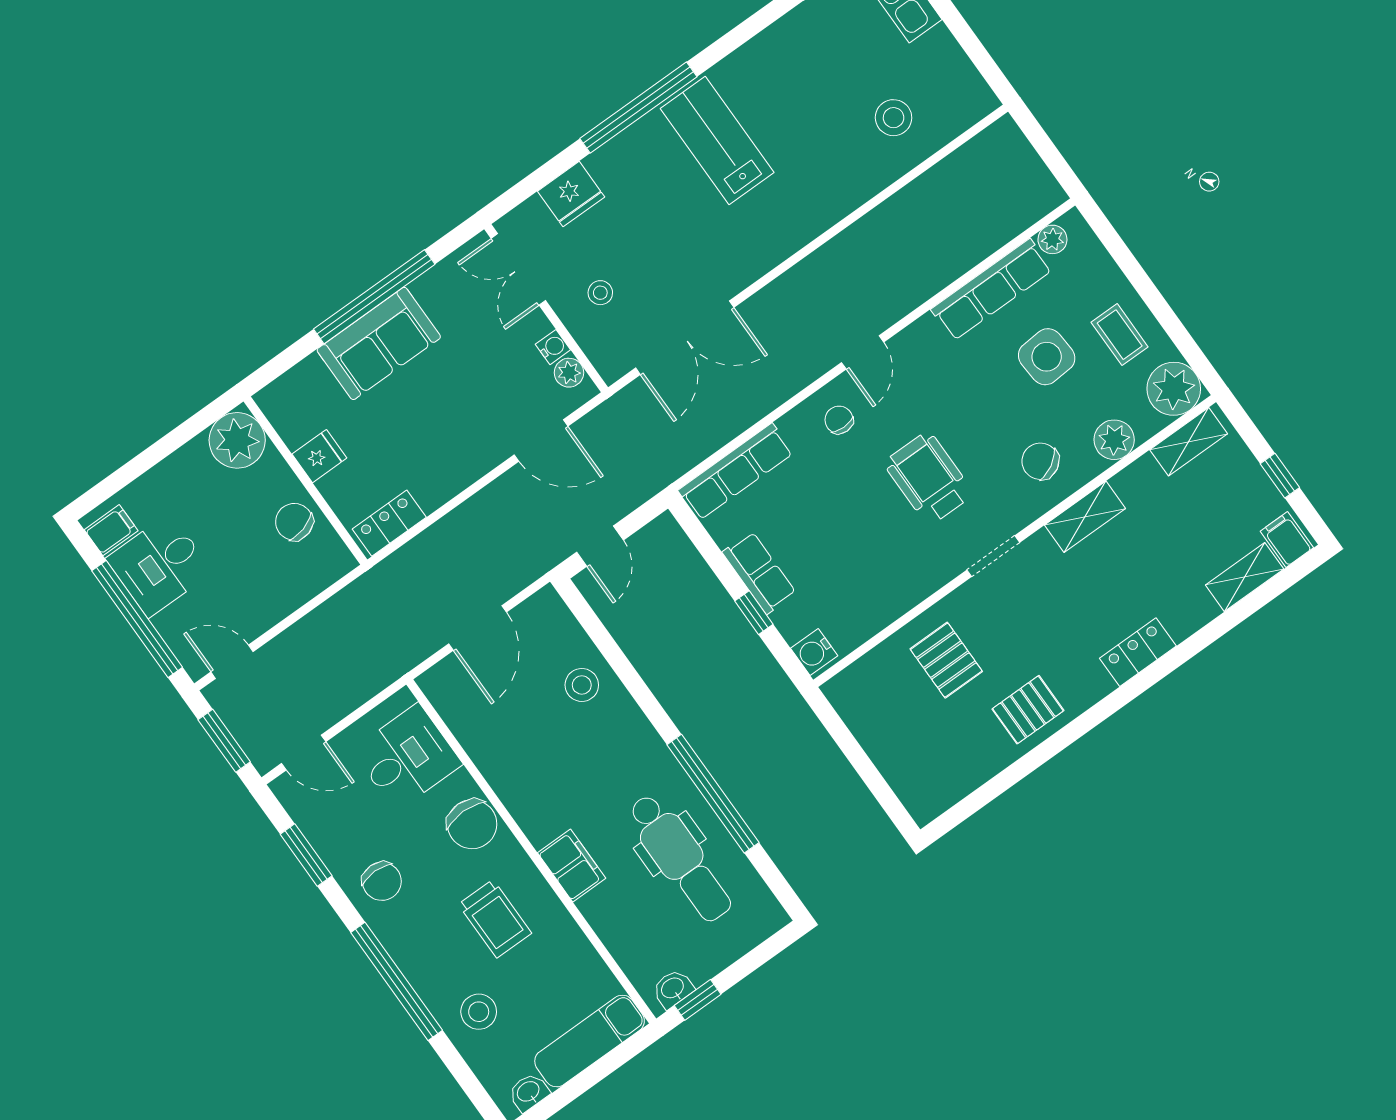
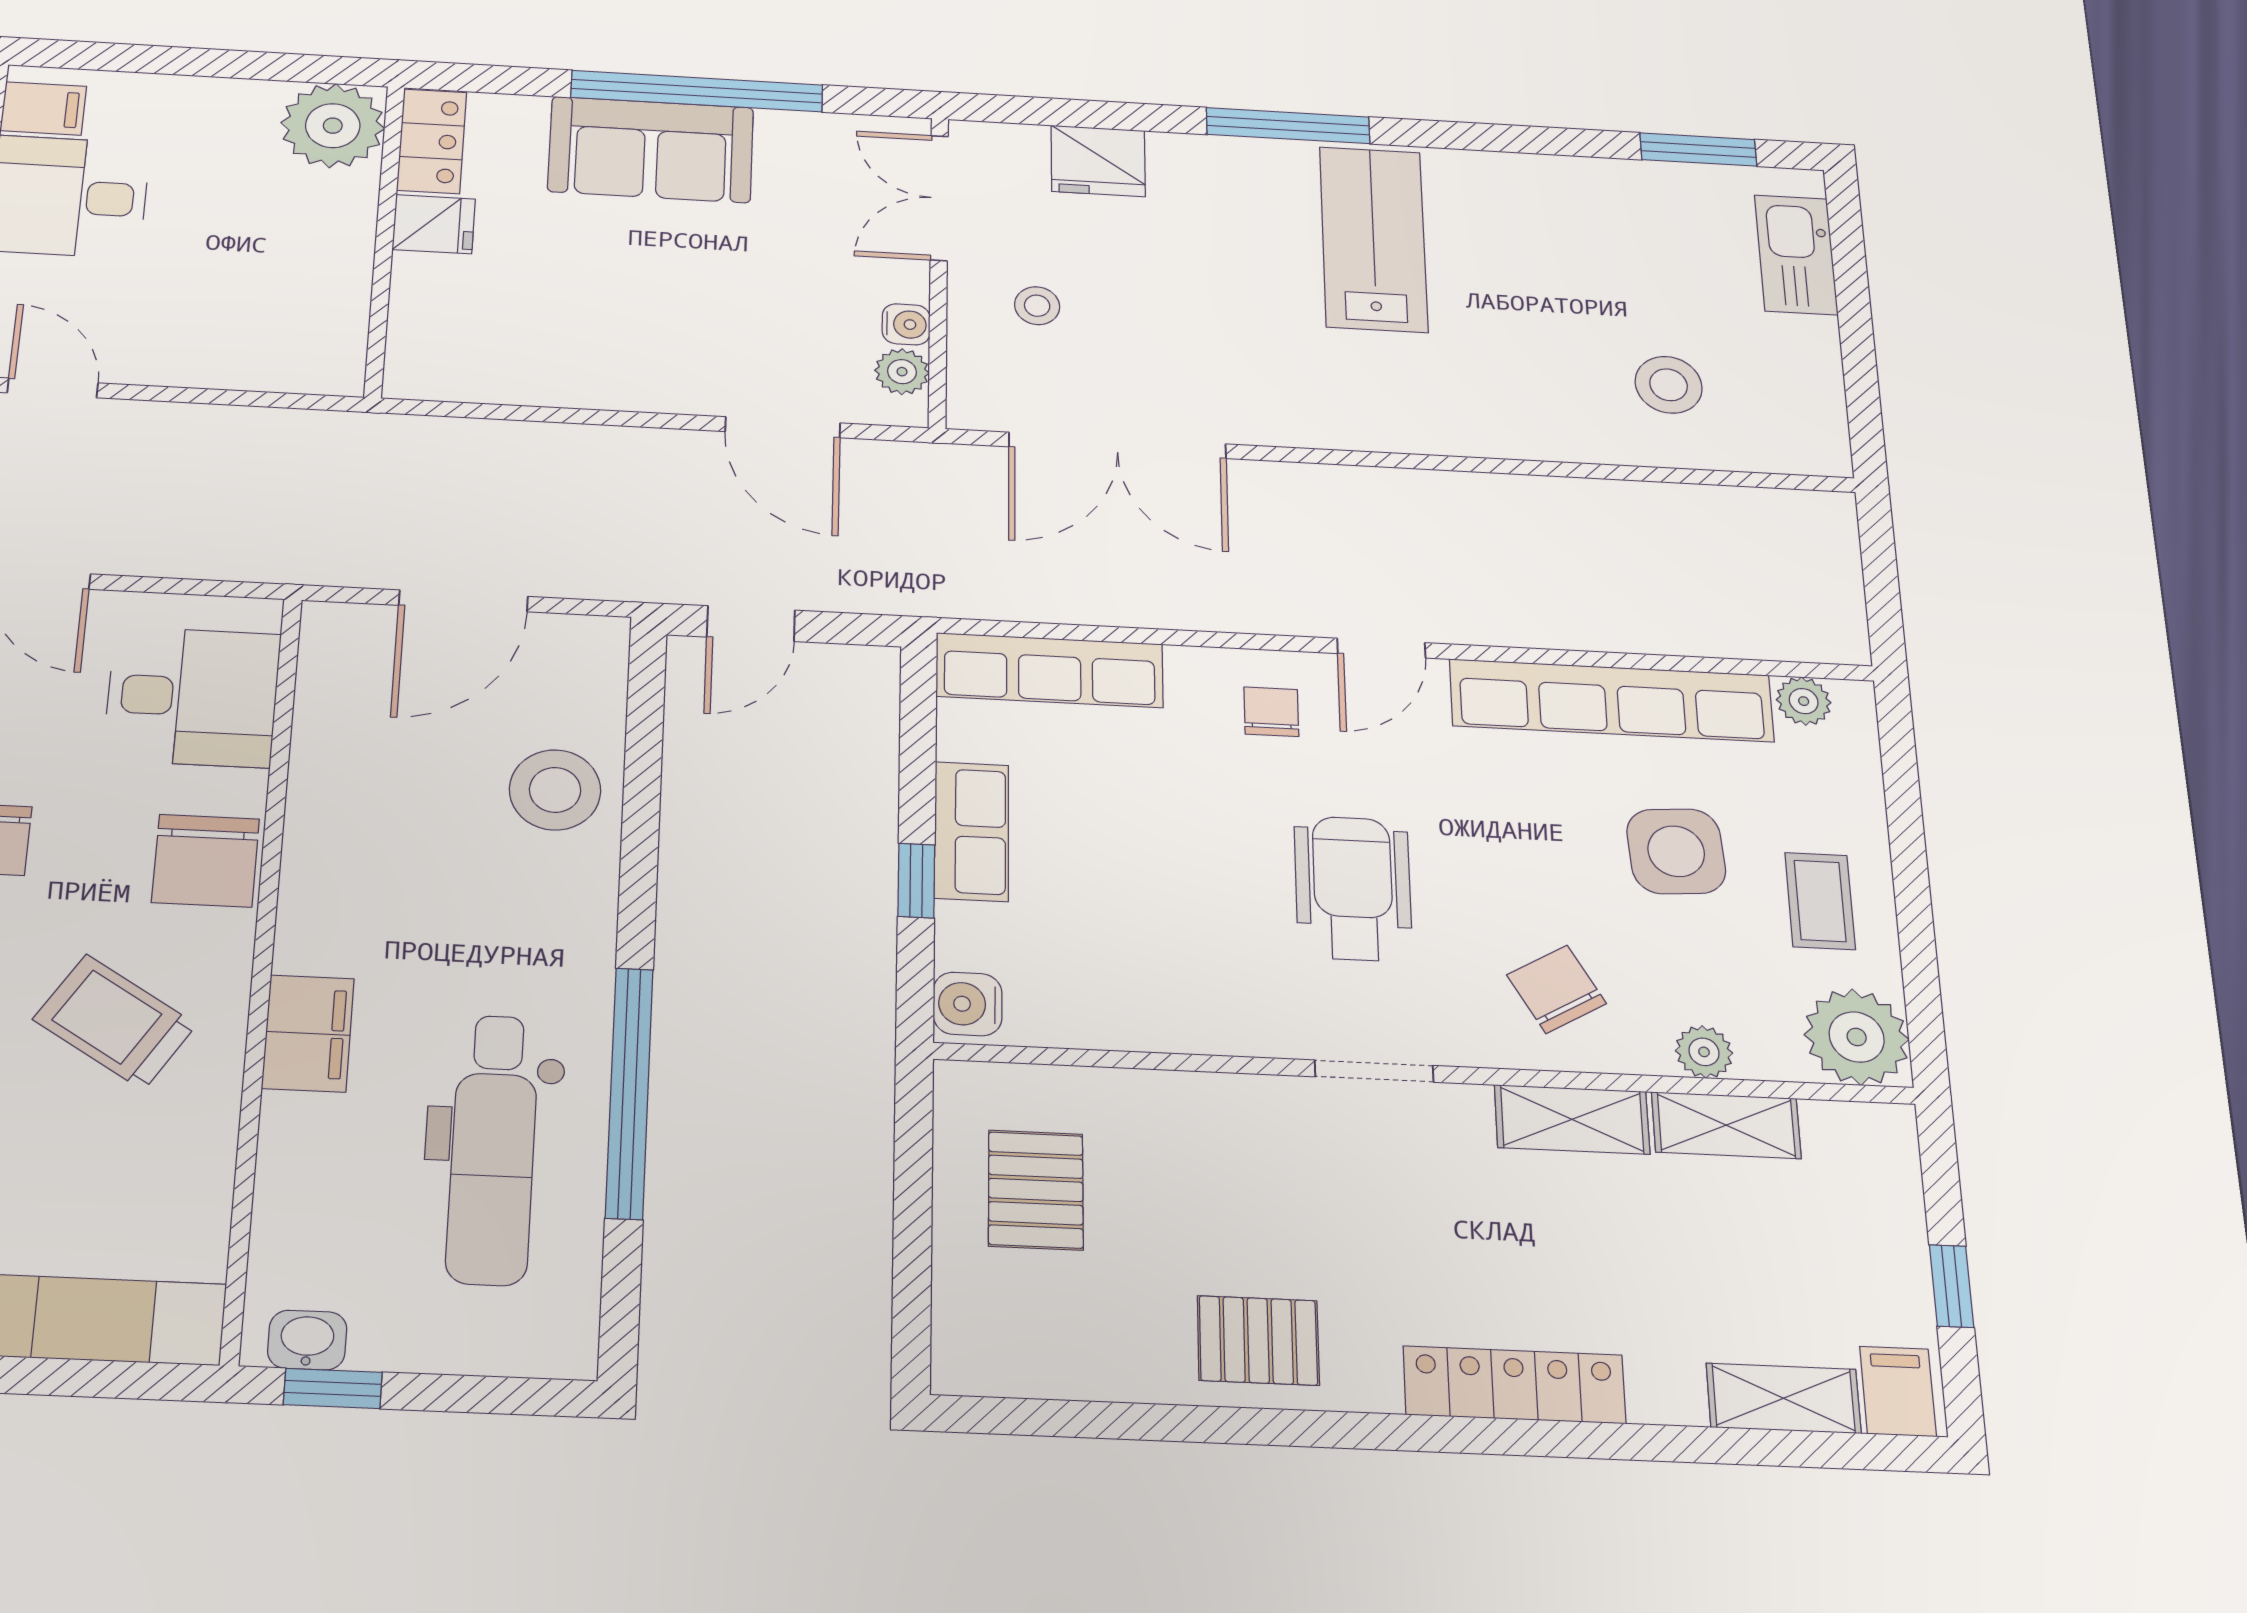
window: (638, 108) -> (1288, 126), width x0.68
row of seats: (992, 290) -> (1612, 700), width x1.36
plant: (1114, 440) -> (1704, 1052), width x0.73, depth x0.73
shelving: (1189, 442) -> (1726, 1125), moved
chair: (294, 522) -> (318, 278), removed
locker: (389, 523) -> (432, 141), moved, turned 90
locker: (1138, 652) -> (1514, 1385), width x1.53
pallet: (946, 660) -> (1036, 1190), moved
stool: (582, 685) -> (555, 790), width x1.38, depth x1.38
trolley: (495, 919) -> (115, 1022), turned 122

